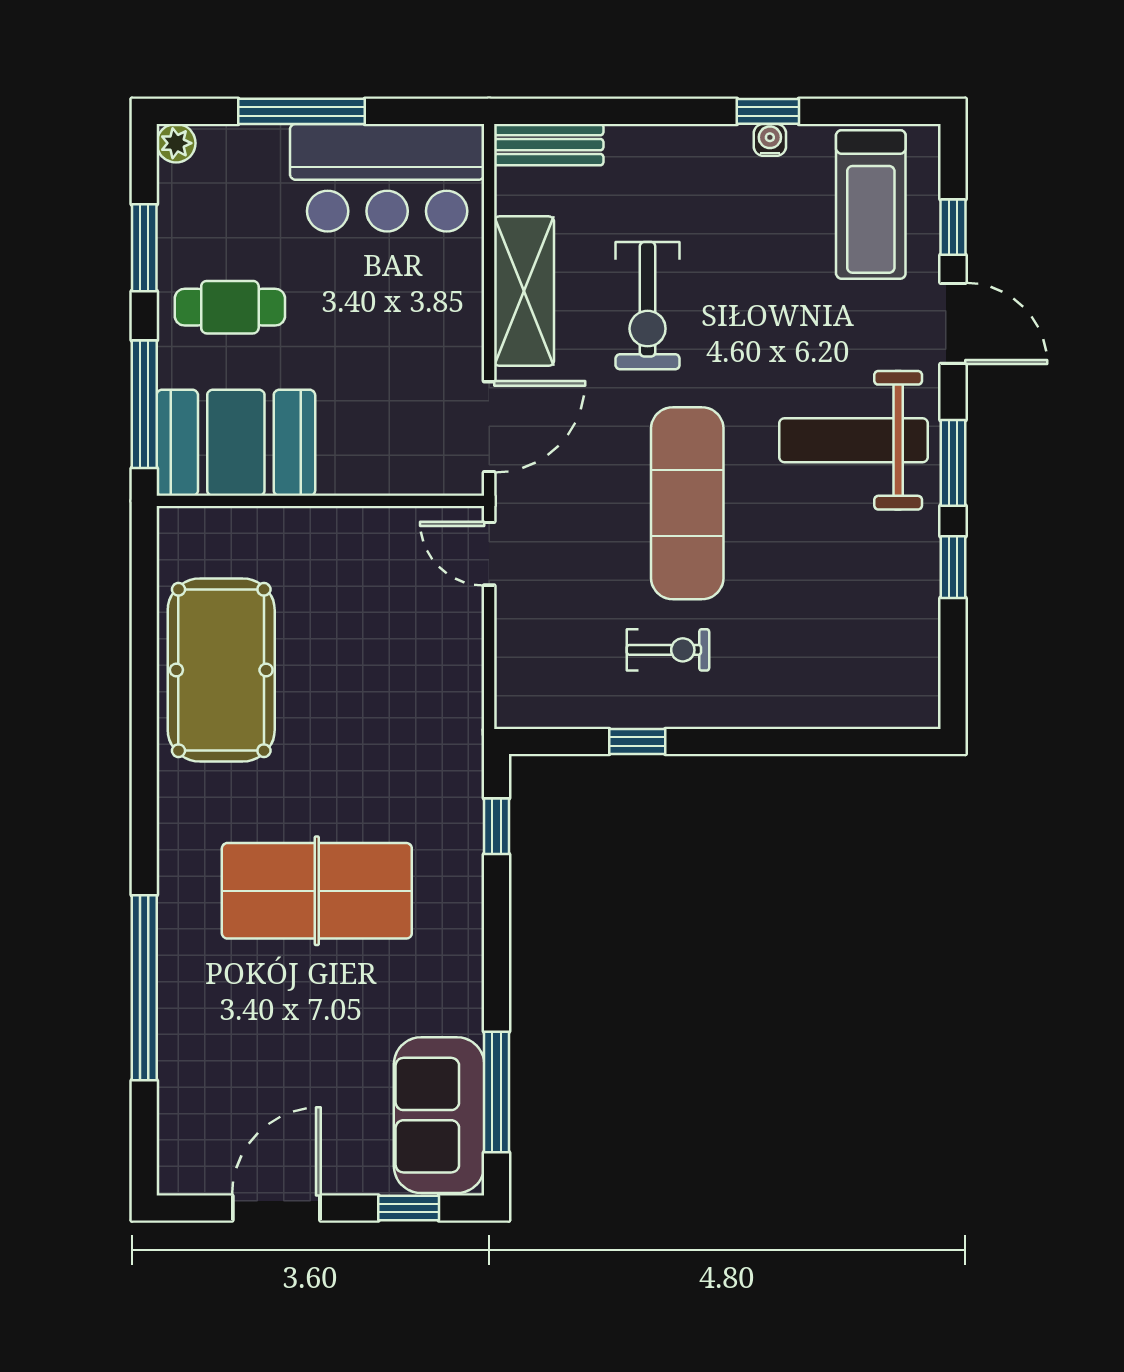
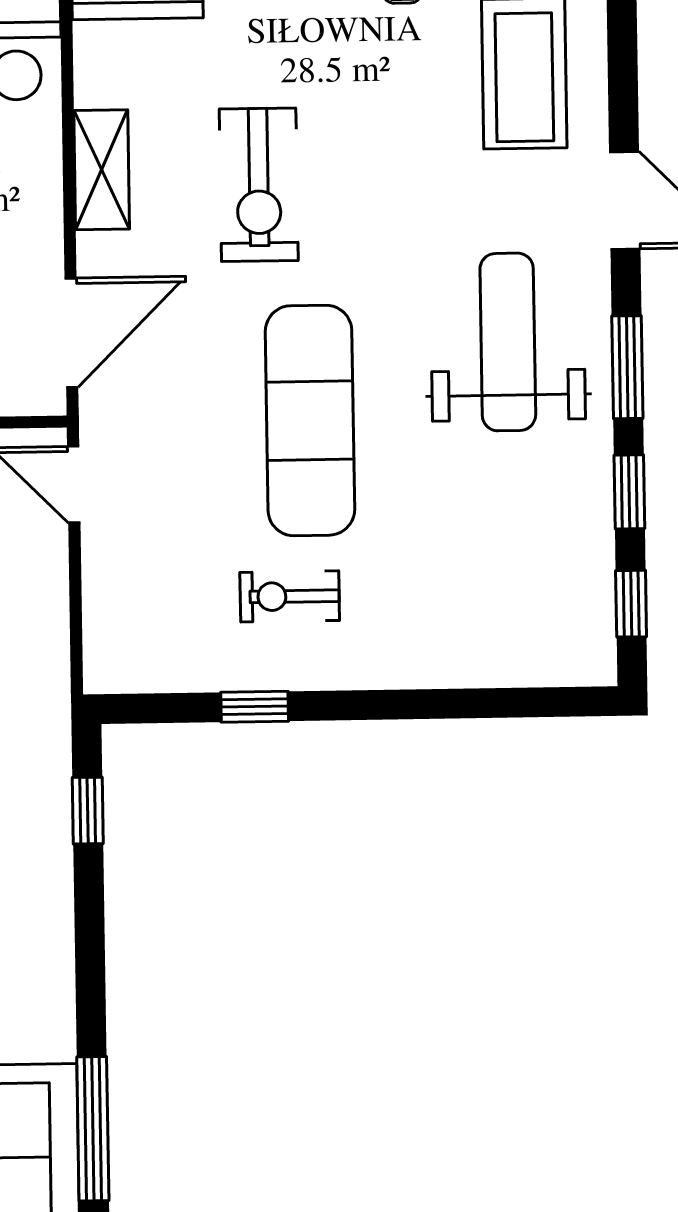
window: (953, 227) -> (631, 604), moved
shelving: (524, 291) -> (102, 170), width x0.67, depth x0.75
weight bench: (854, 440) -> (508, 342), turned 90
exercise bike: (668, 650) -> (290, 596), turned 180

